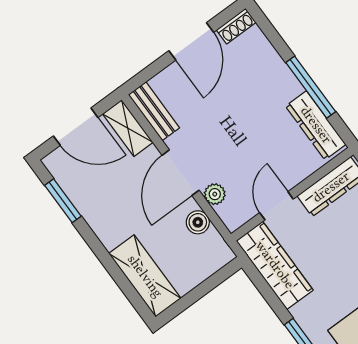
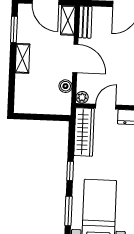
door: (181, 173) -> (75, 58), swing flipped
plant: (215, 194) -> (82, 97), moved
shelving: (145, 276) -> (23, 58), moved, width x0.67, depth x0.75

